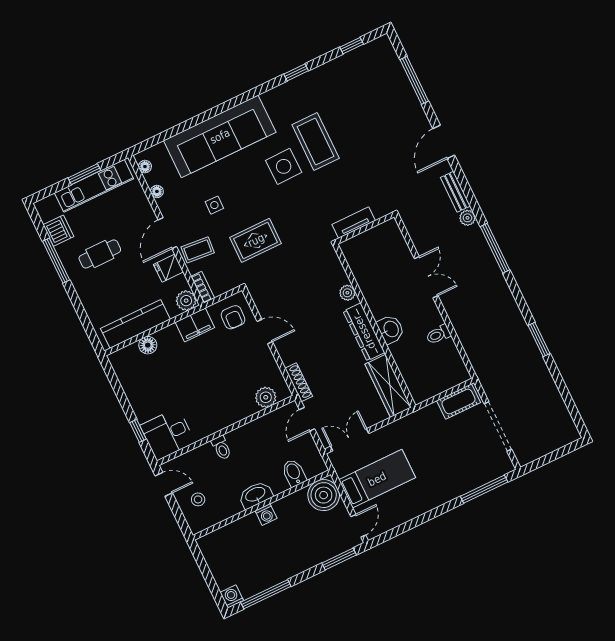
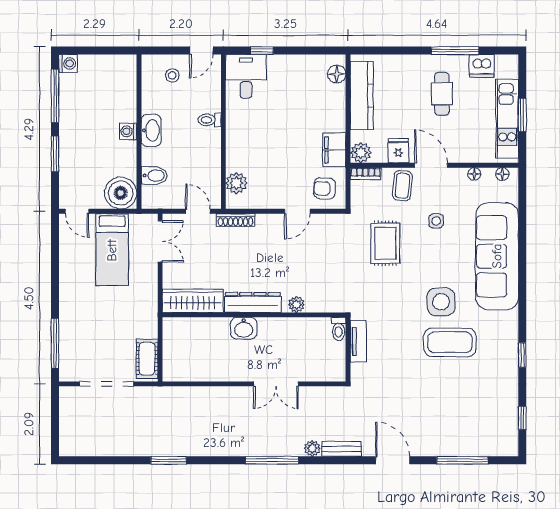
toilet: (438, 334) -> (339, 329), moved, turned 180
floor lamp: (148, 345) -> (337, 74), moved
window: (339, 559) -> (55, 154), moved

